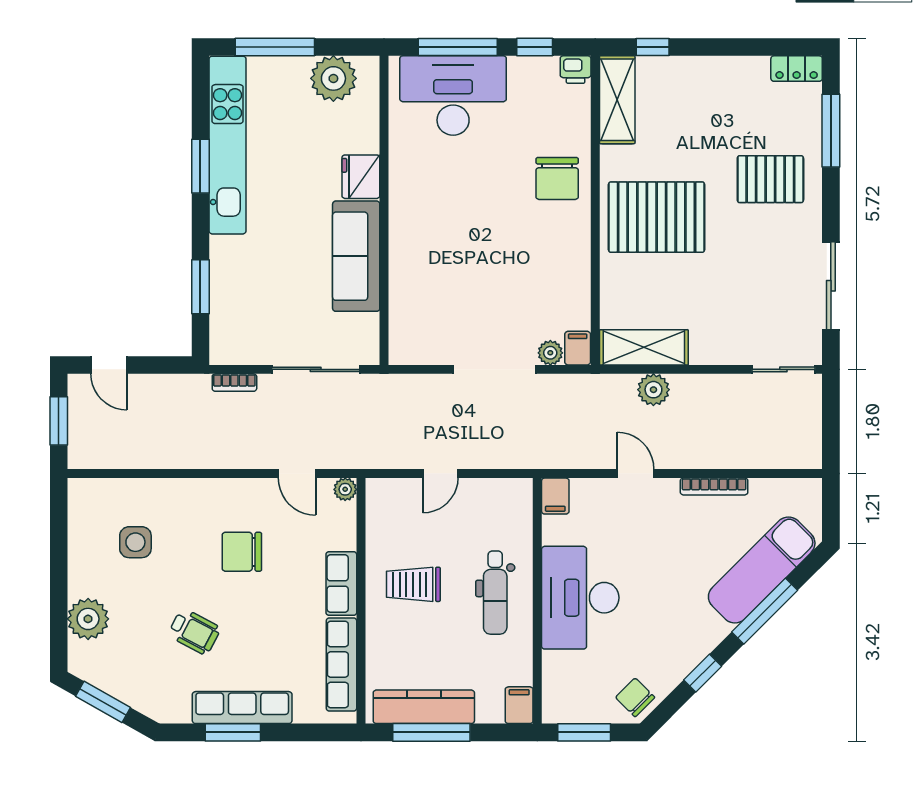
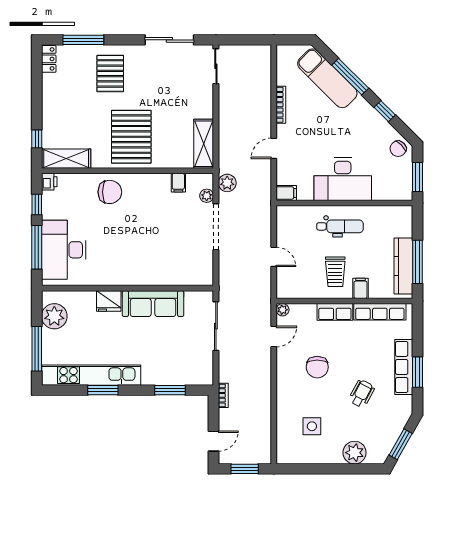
filing cabinet: (578, 348) -> (178, 183), moved, turned -90
bookcase: (234, 383) -> (223, 395), moved
plant: (653, 390) -> (227, 183), moved
filing cabinet: (519, 705) -> (360, 288), moved, turned 90

